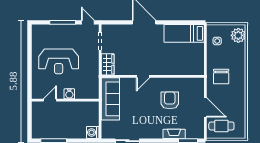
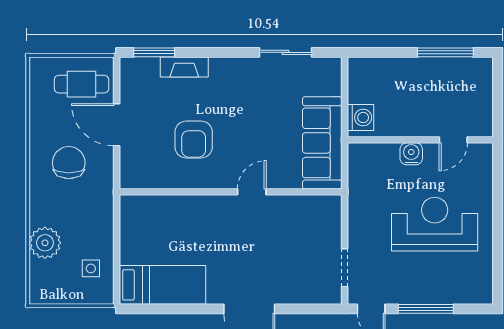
plant: (238, 35) -> (45, 243), moved
wardrobe: (108, 64) -> (328, 218), removed
chair: (221, 77) -> (69, 163), moved
washing machine: (93, 132) -> (360, 118), moved

